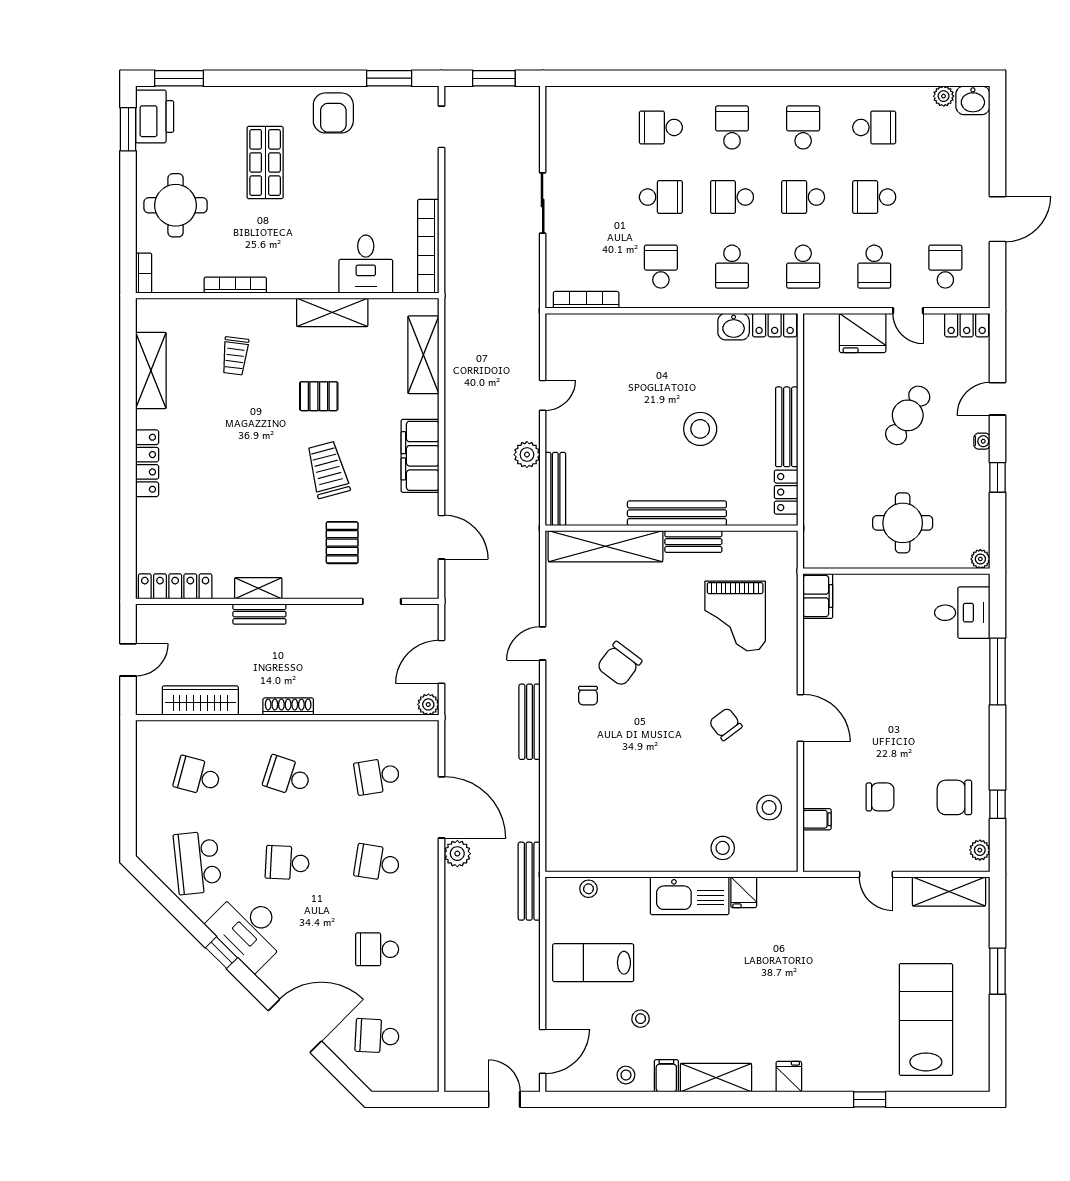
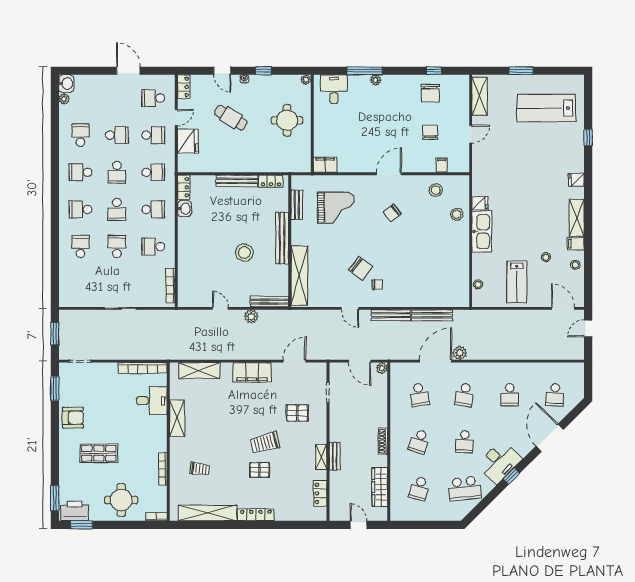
school desk: (661, 127) -> (81, 247), turned 180
school desk: (874, 197) -> (117, 135), turned -90
shelving: (151, 371) -> (207, 513), width x1.47
pallet: (319, 396) -> (260, 470), moved, turned 90
stool: (700, 429) -> (244, 253), moved
trolley: (328, 470) -> (265, 443), moved
bench: (693, 542) -> (297, 205), moved
locker: (175, 586) -> (320, 493), width x0.66
plant: (980, 850) -> (376, 80), moved
bench: (529, 881) -> (432, 315), moved

